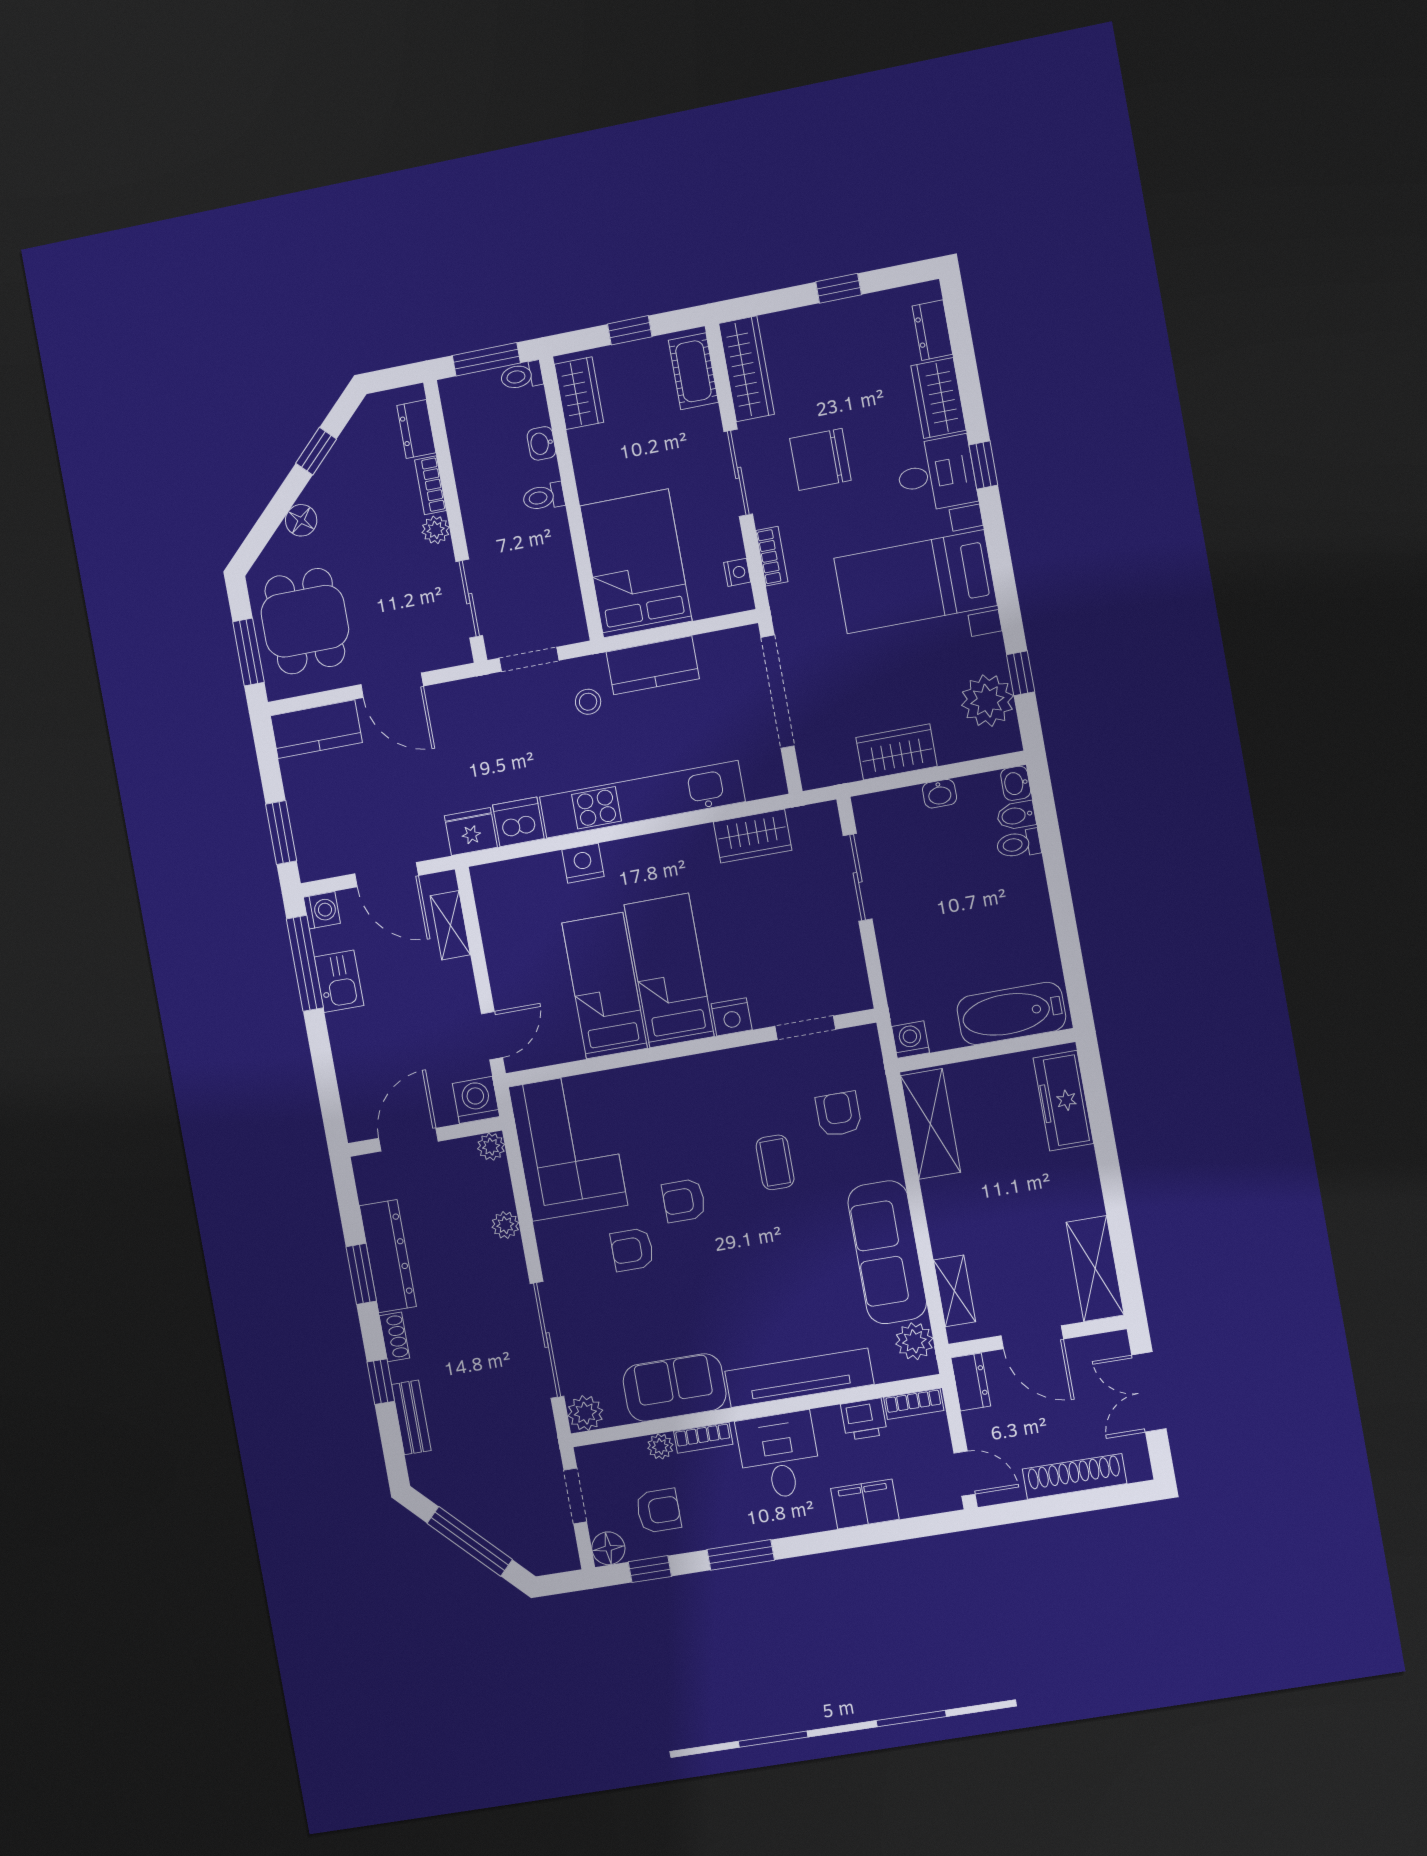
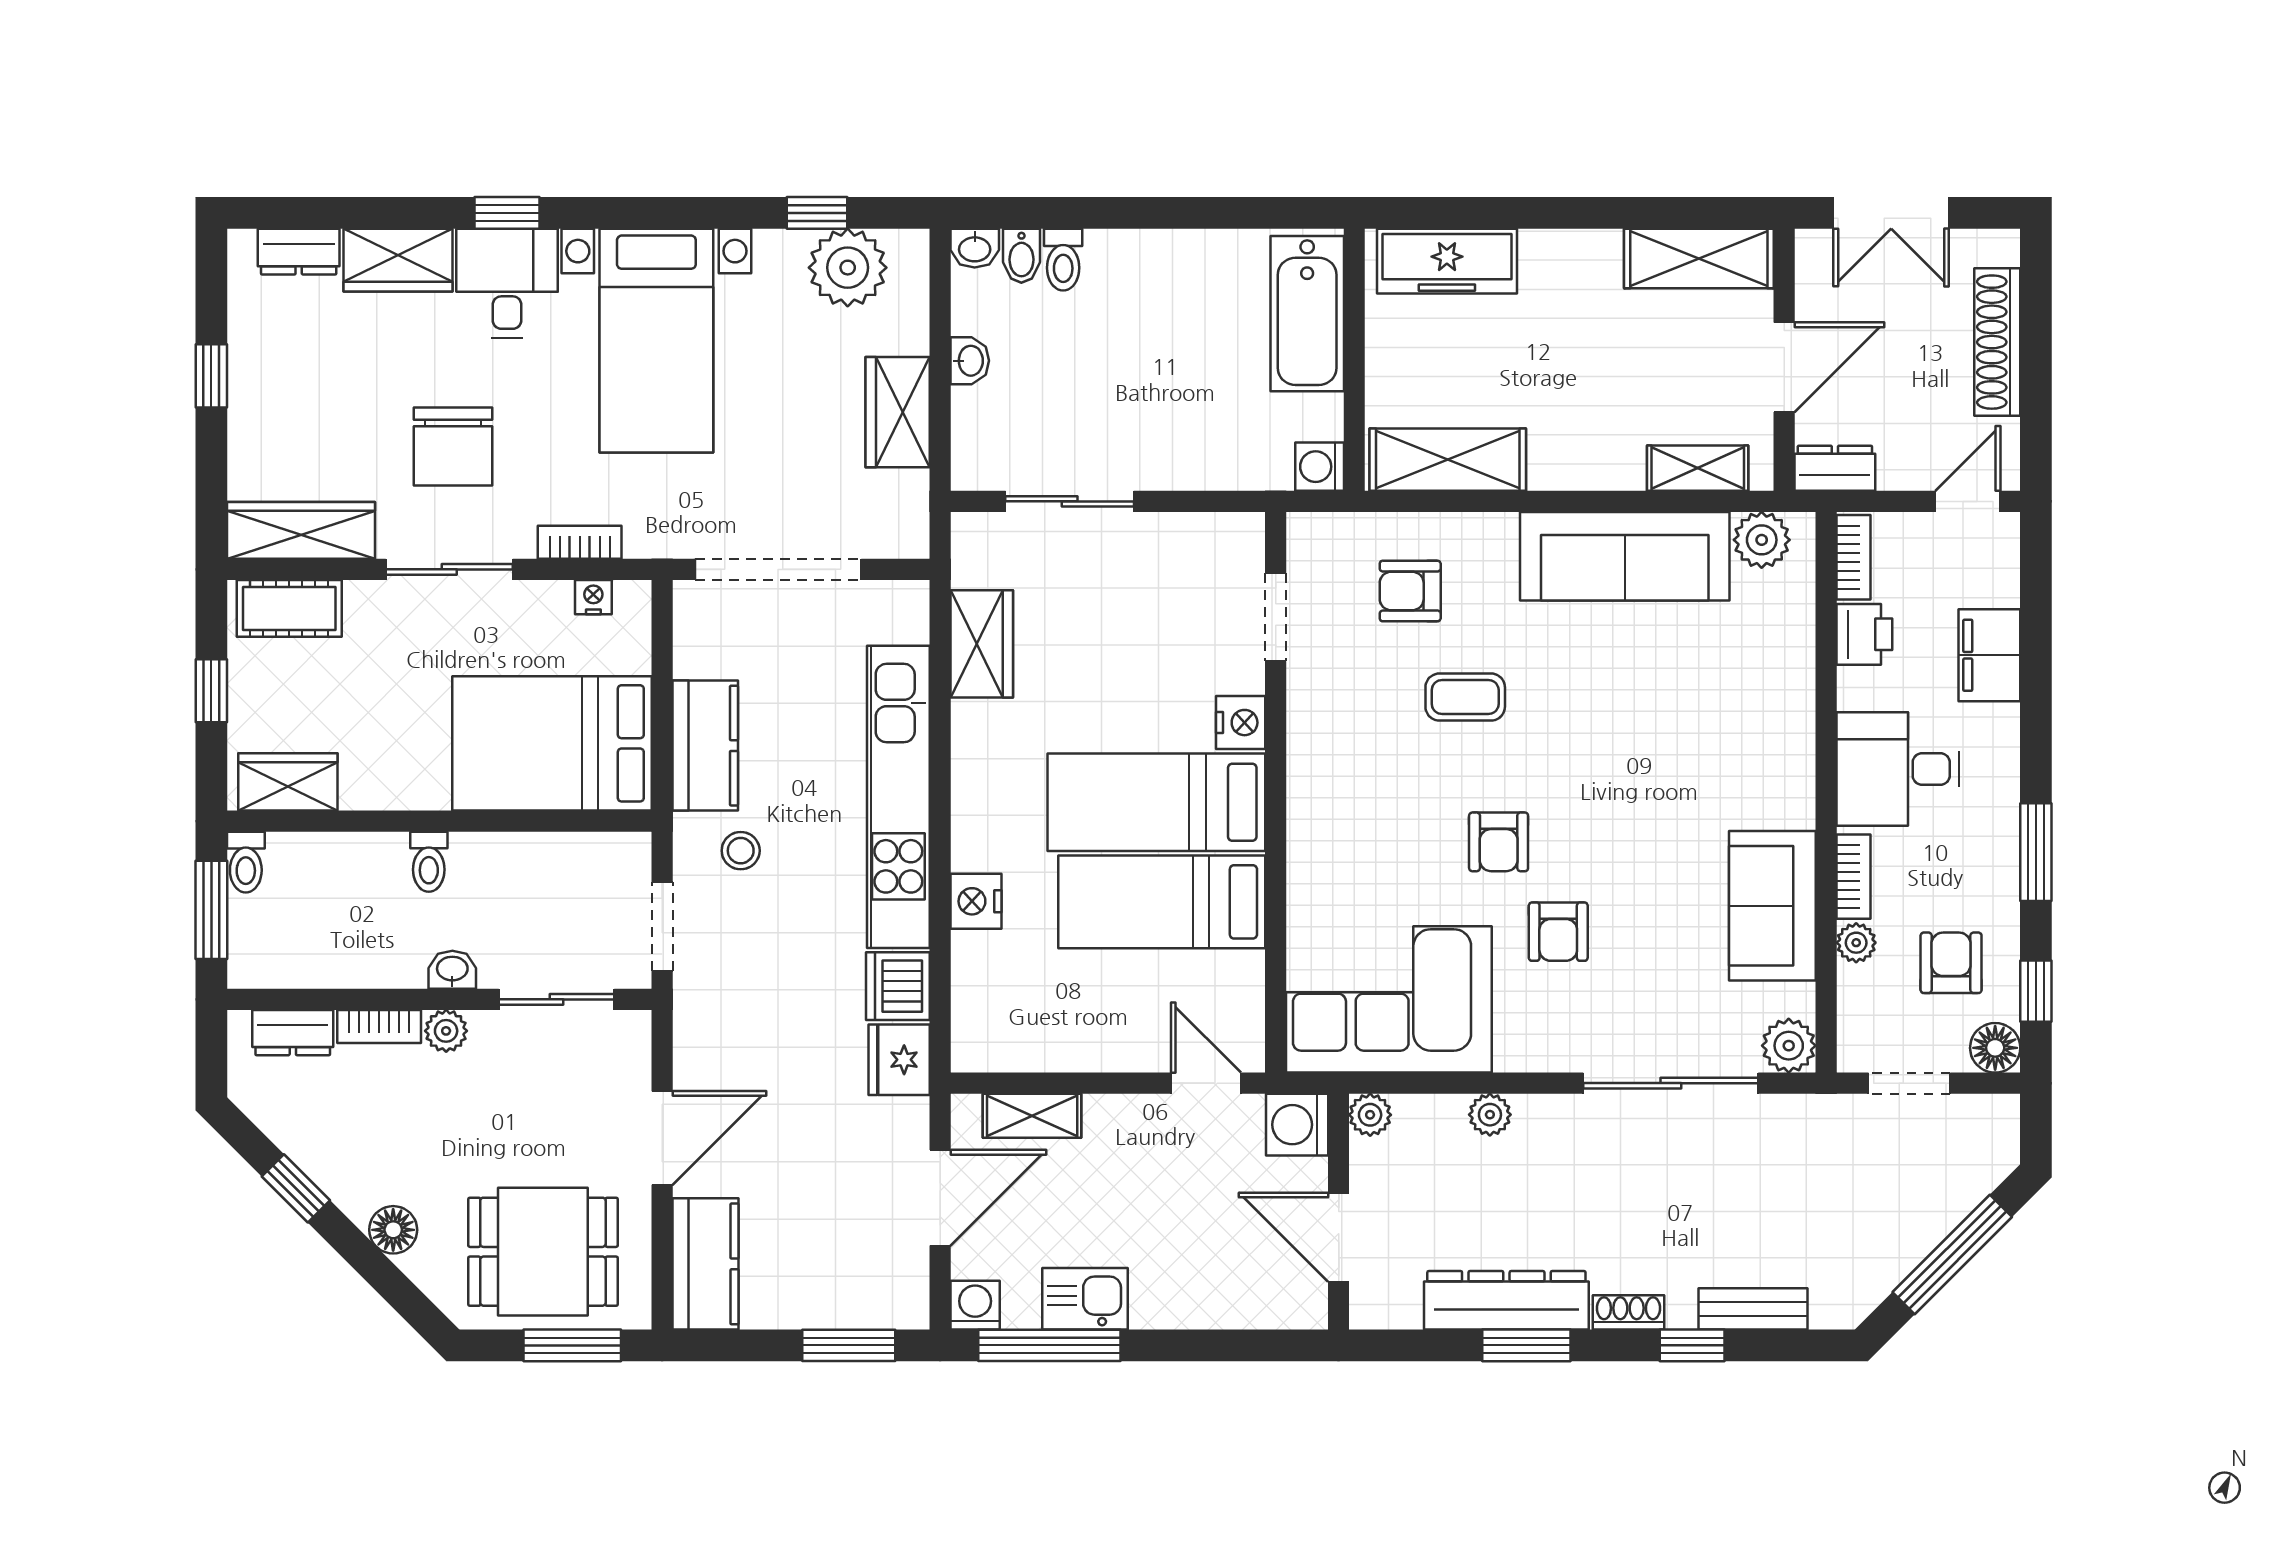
washbasin: (541, 443) -> (452, 970), moved, turned 180
tv unit: (799, 1378) -> (1788, 718), removed

